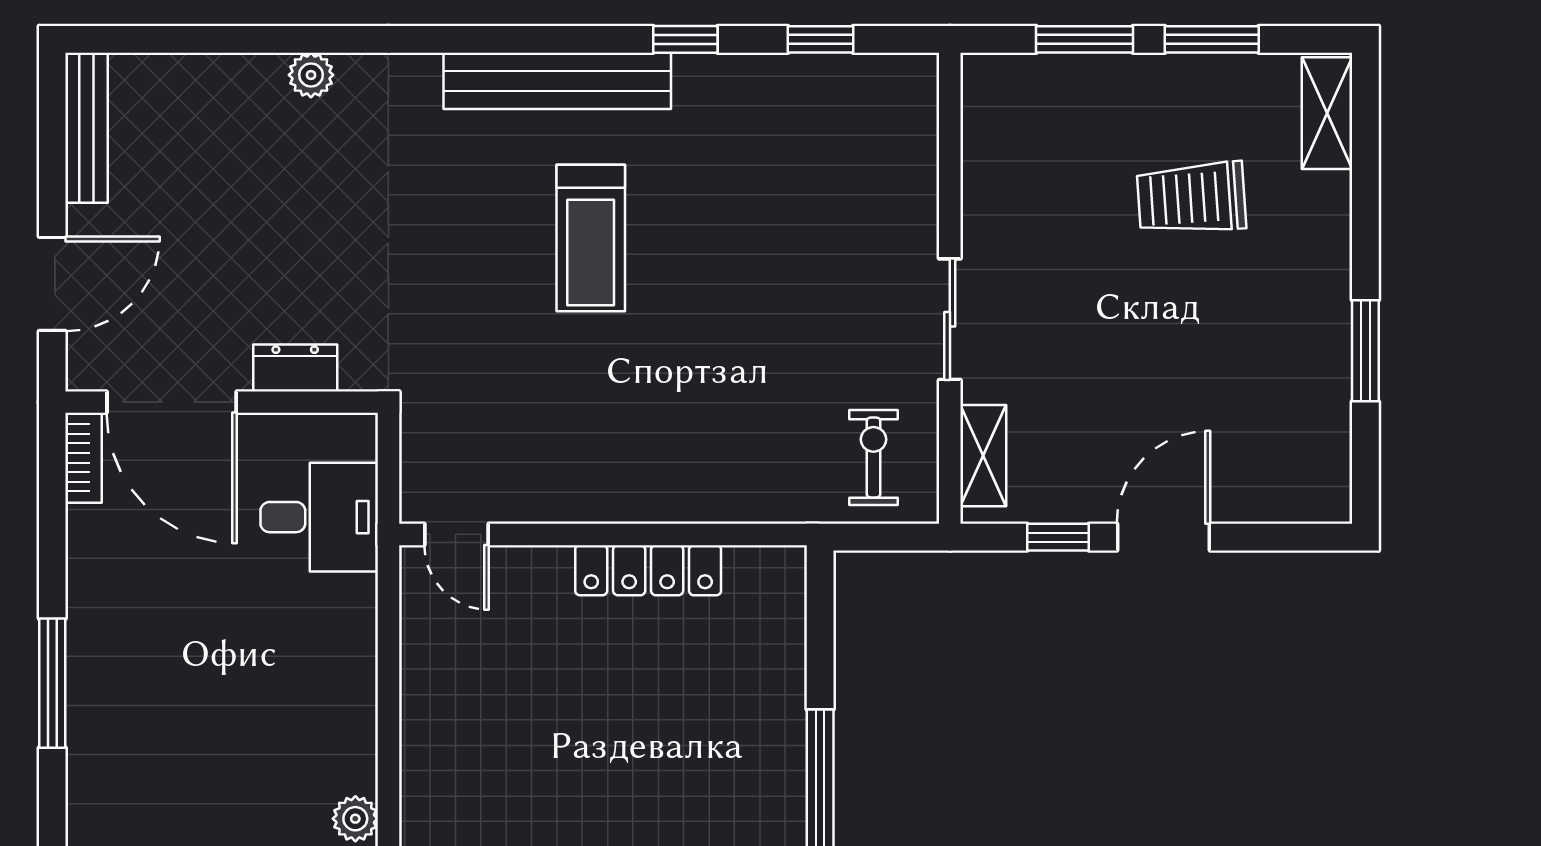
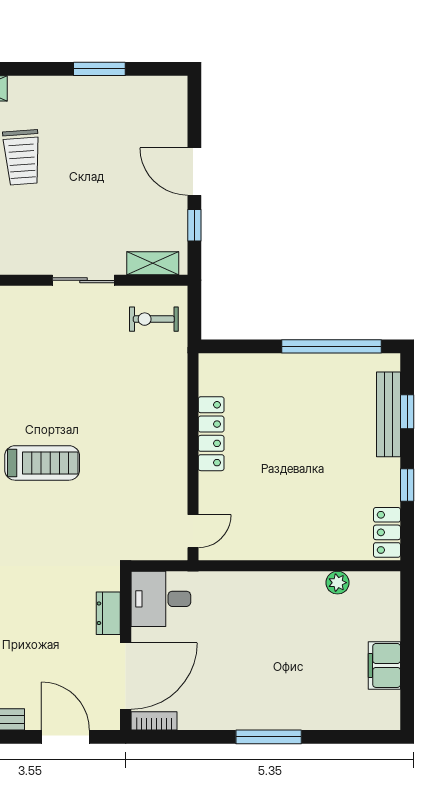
desk: (319, 517) -> (161, 599), moved, turned -90

